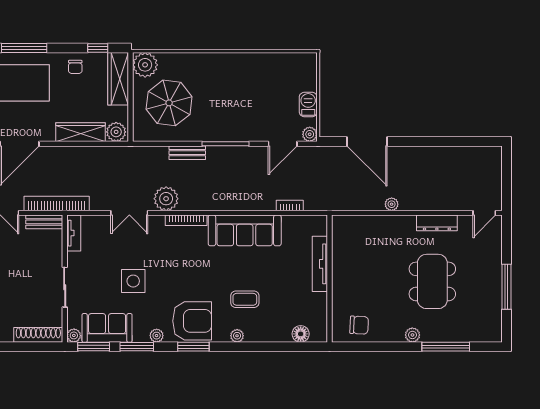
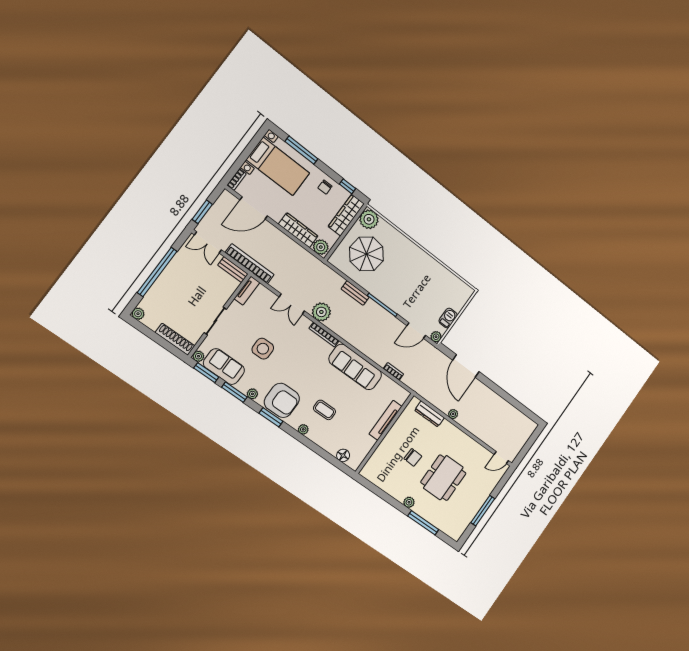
dresser: (437, 223) -> (429, 414), moved
chair: (359, 325) -> (413, 457), moved

